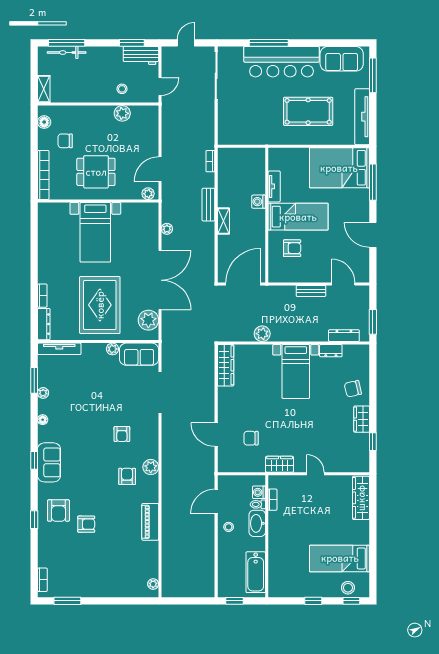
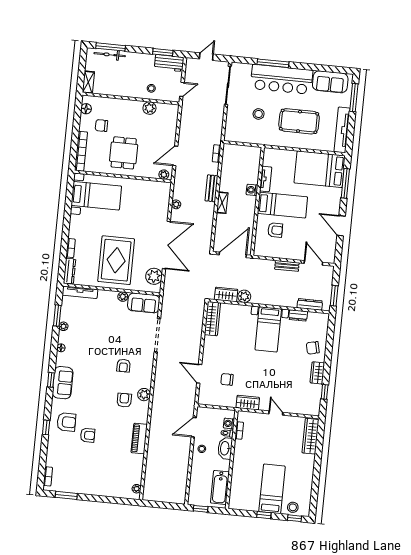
stool: (257, 107) -> (259, 114), added
dining table: (96, 172) -> (124, 153), turned 90
bed with nightstands: (95, 232) -> (96, 196), moved, turned -90
wardrobe: (239, 334) -> (226, 294), added
armchair: (59, 510) -> (66, 422), turned -90
bed: (340, 558) -> (272, 489), moved, turned 90

